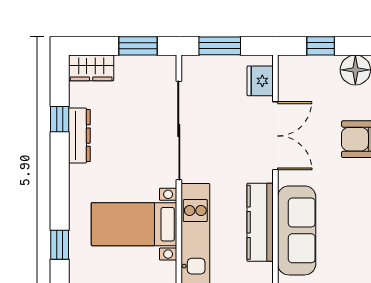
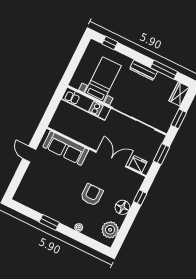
window: (60, 119) -> (164, 70), width x2.17
dresser: (79, 136) -> (143, 70), moved
double door: (275, 136) -> (111, 159), swing flipped
kitchen counter: (260, 222) -> (77, 134), removed

